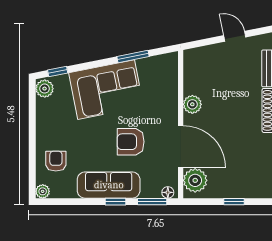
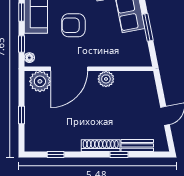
armchair: (131, 142) -> (73, 25), turned -90
window: (152, 202) -> (21, 44), width x0.67

